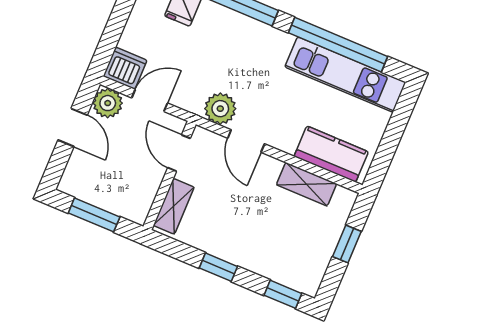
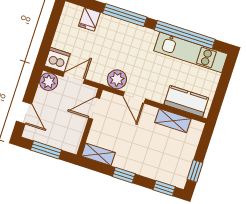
door: (73, 127) -> (24, 113), moved
door: (179, 153) -> (94, 108), hinge flipped
shelving: (174, 206) -> (98, 154), moved, turned 90
window: (347, 244) -> (195, 171), moved

